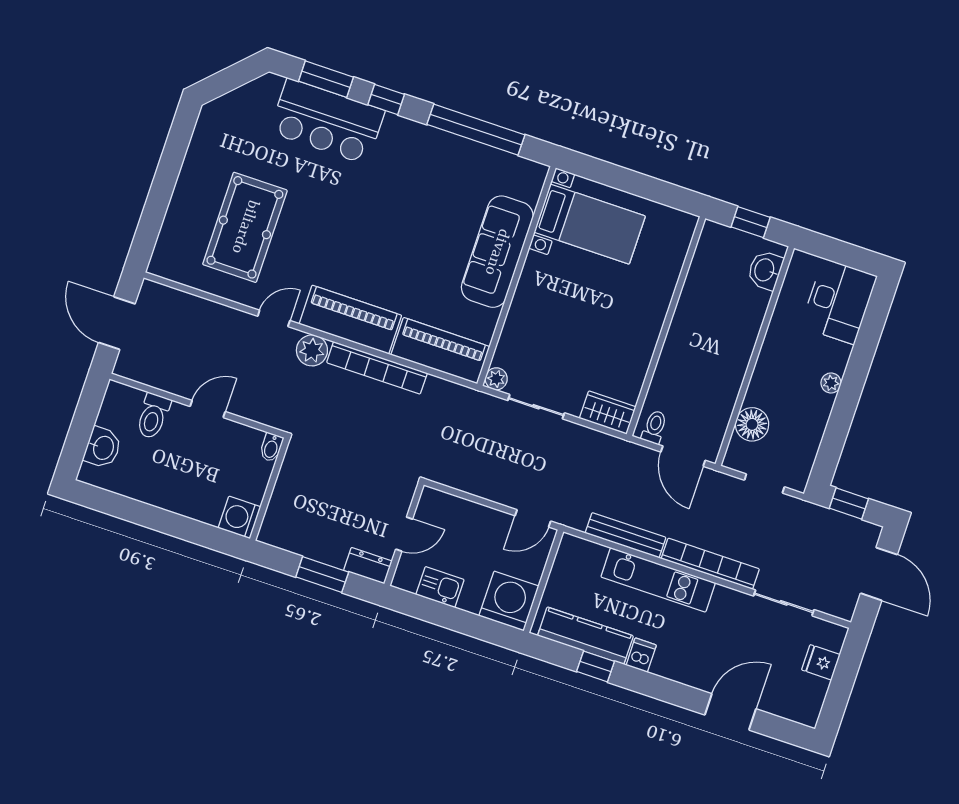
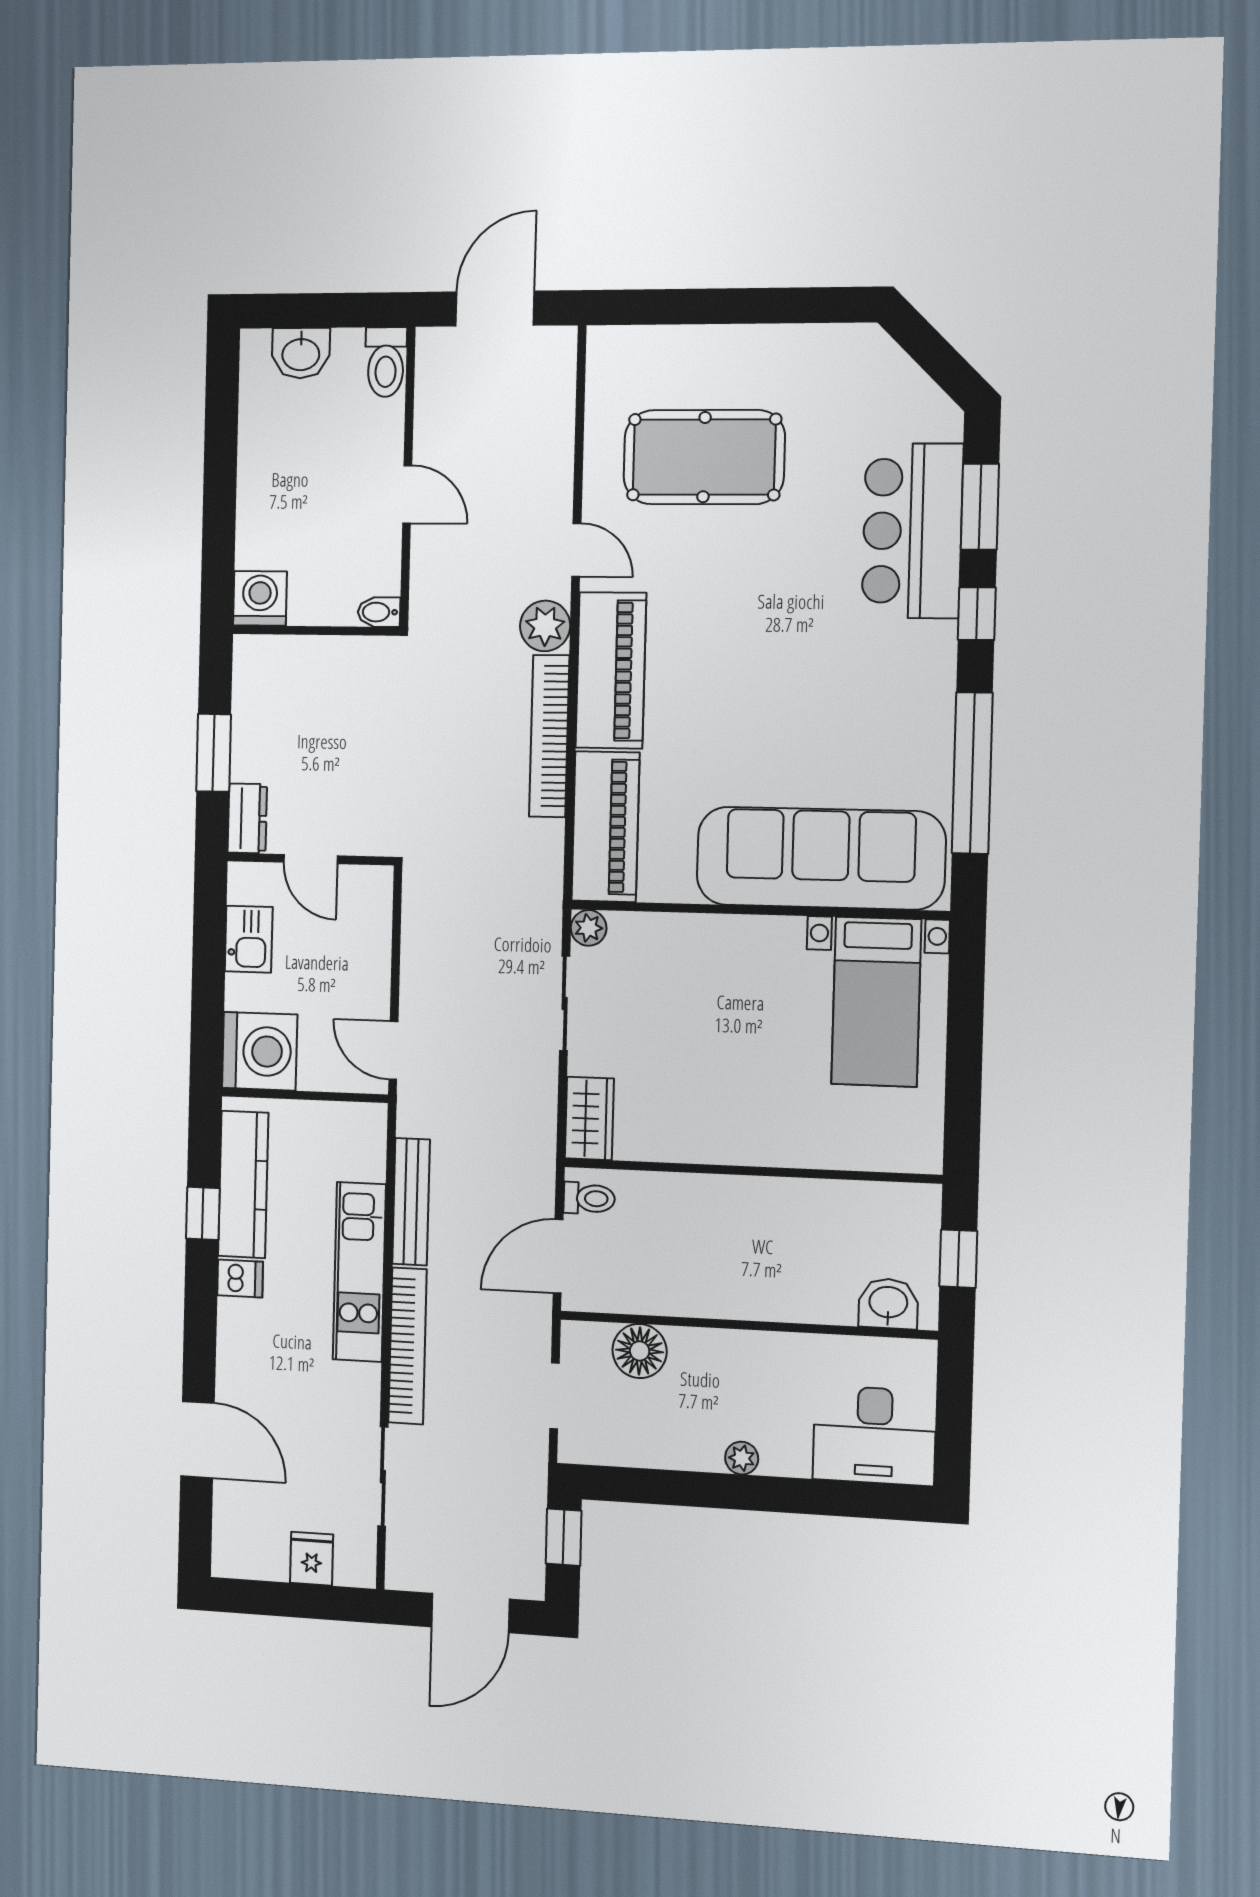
sofa: (497, 252) -> (821, 858), width x1.36, depth x1.27
toilet: (153, 416) -> (386, 362), moved, turned -90

